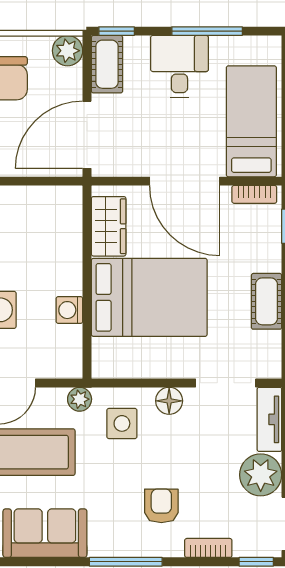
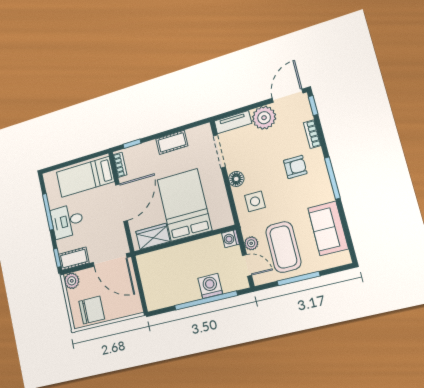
washing machine: (69, 310) -> (230, 239), moved, turned 90
plant: (80, 399) -> (251, 243), moved
armchair: (161, 506) -> (295, 167), turned 180

